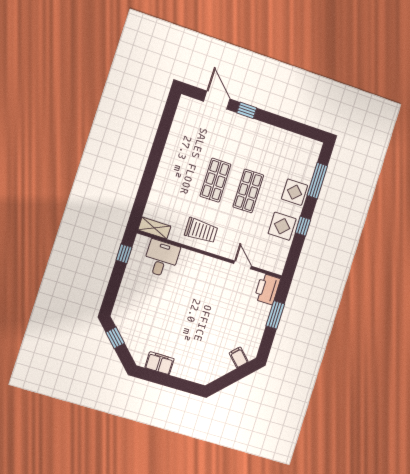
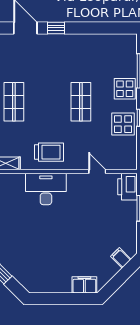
shop shelf: (215, 180) -> (14, 102), moved
desk: (161, 258) -> (46, 189), moved, width x1.37
filing cabinet: (160, 363) -> (84, 285), moved

